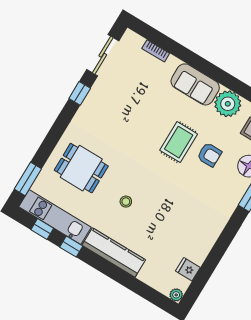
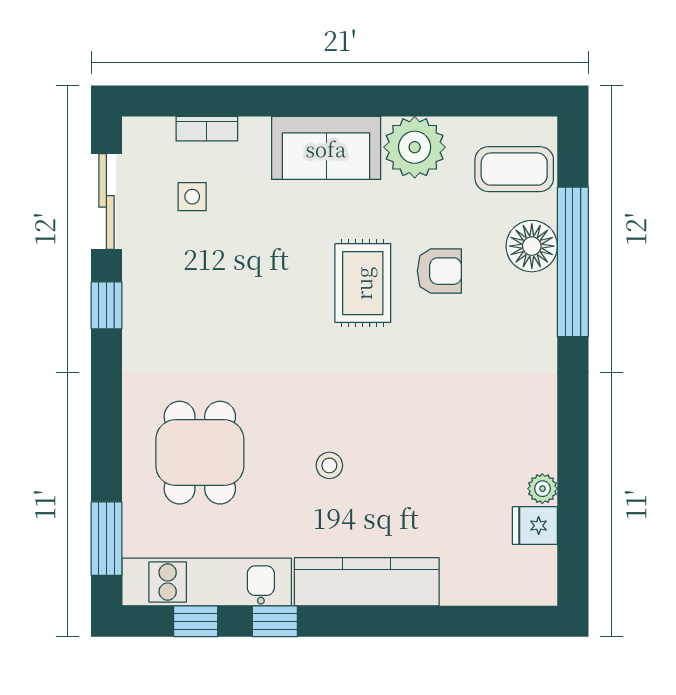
side table: (135, 73) -> (192, 197), added
dining table: (81, 168) -> (200, 453), turned 90
plant: (176, 295) -> (542, 489), moved

